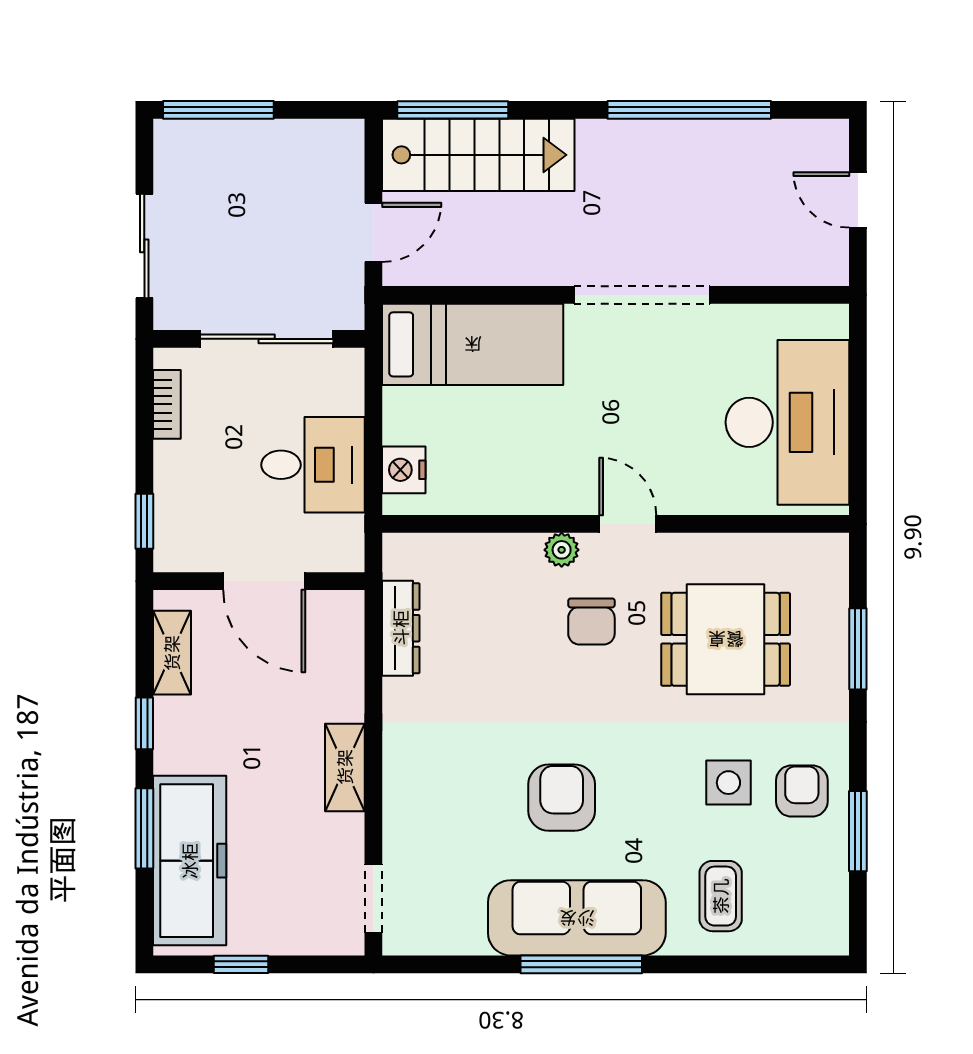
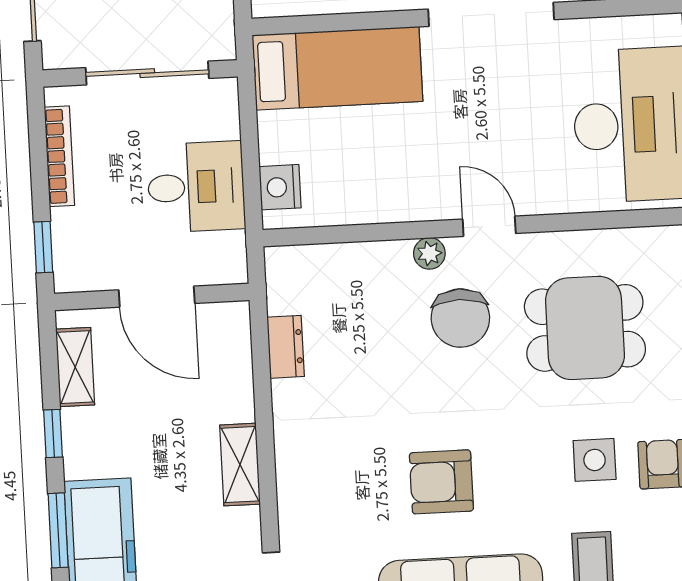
bookcase: (167, 404) -> (59, 156), width x1.56
chair: (591, 622) -> (460, 318), width x1.37, depth x1.37
dresser: (401, 628) -> (286, 347), width x0.70
armchair: (562, 798) -> (441, 482), turned -90

